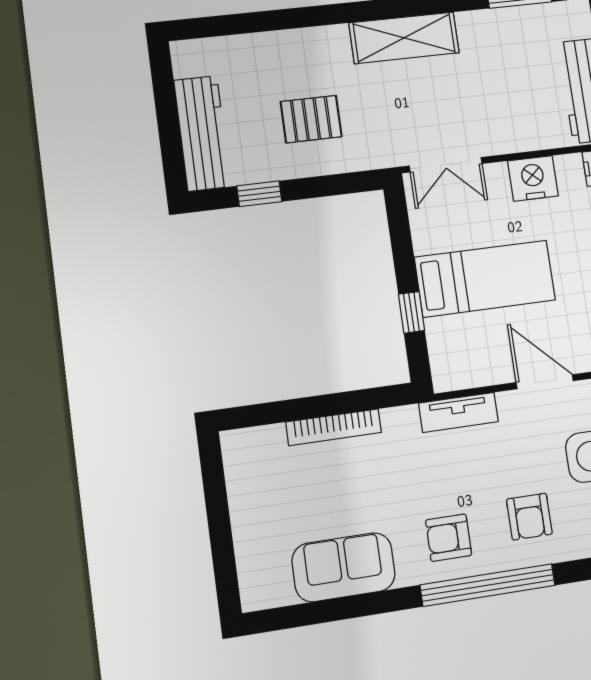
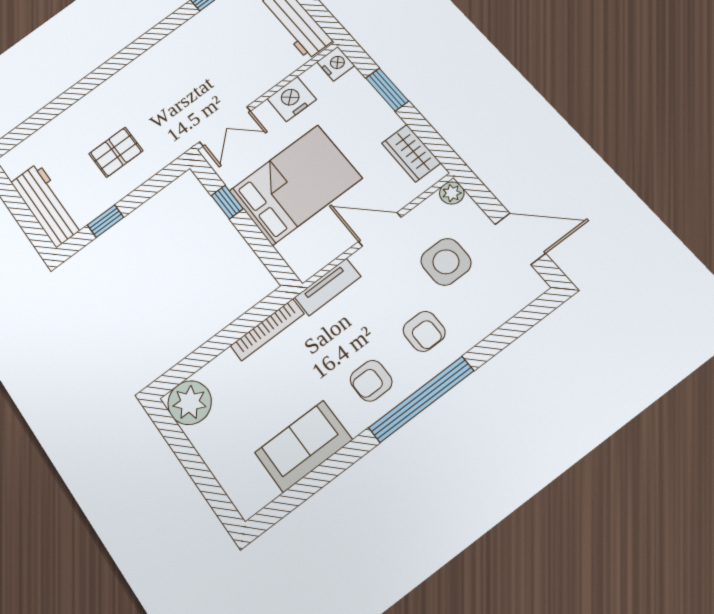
shelving: (404, 38) -> (152, 64), removed
bed: (485, 279) -> (295, 185), width x1.50
window: (411, 312) -> (227, 202), moved
bookcase: (334, 427) -> (267, 330), moved
plant: (248, 454) -> (190, 403), added

